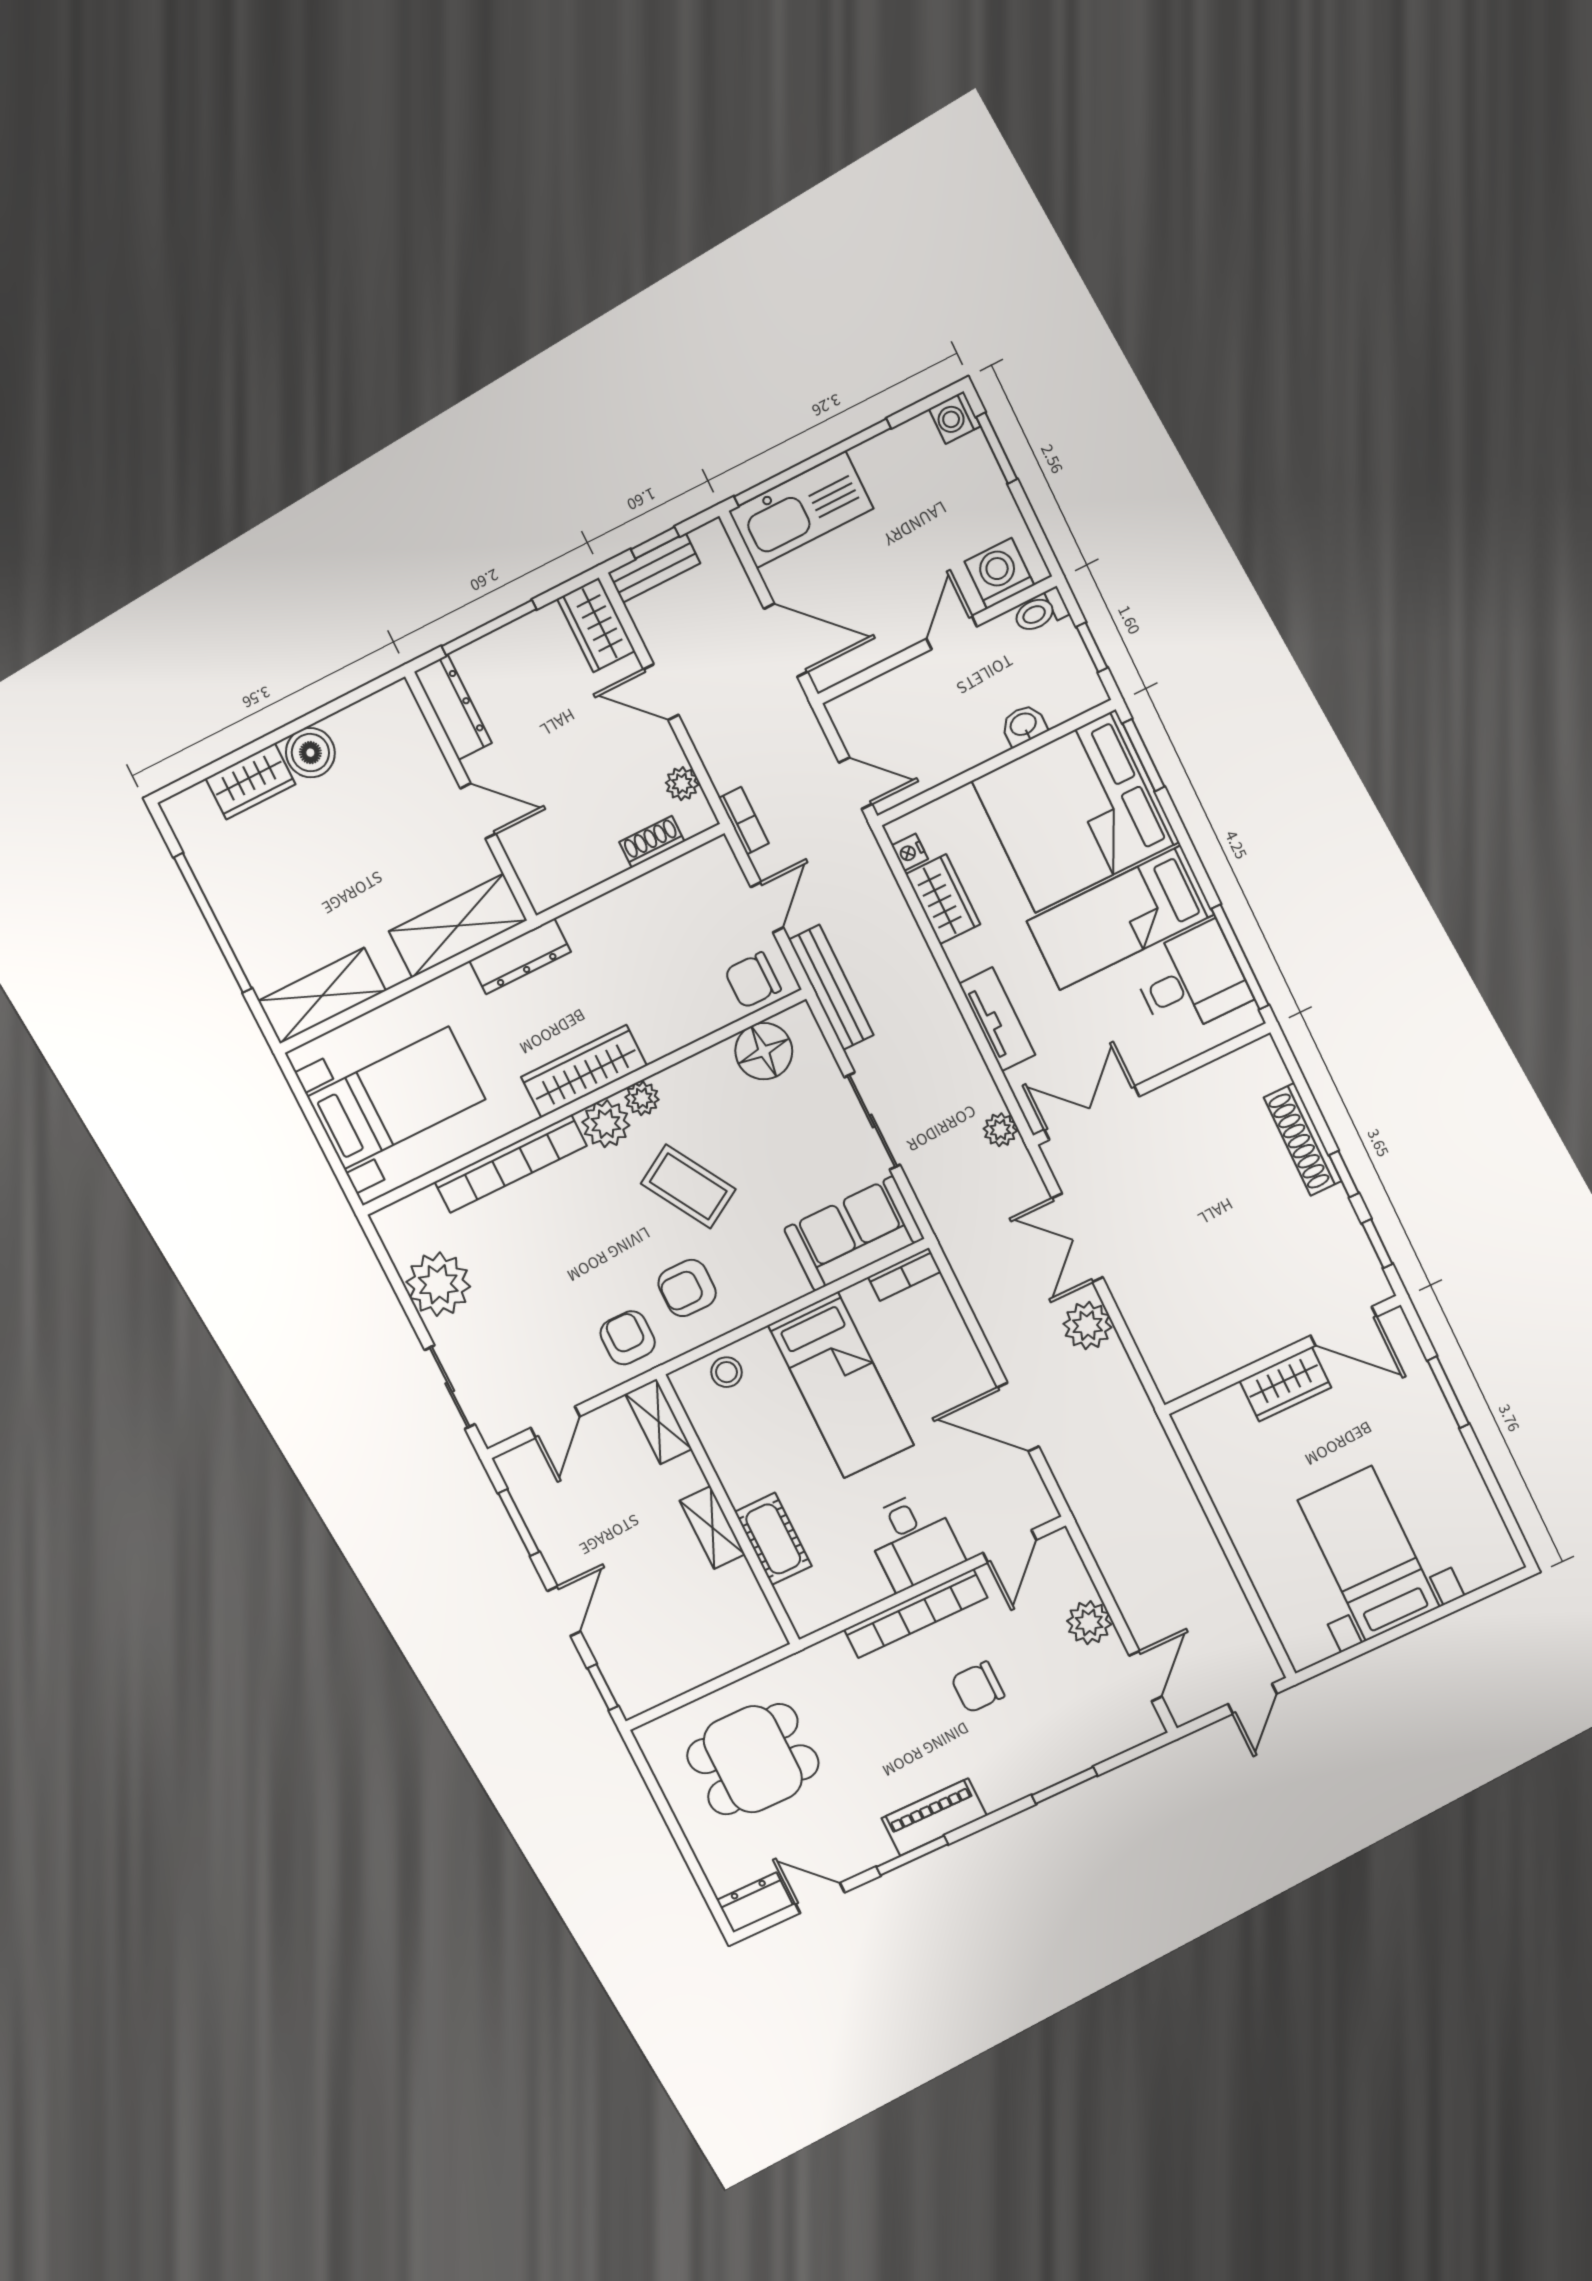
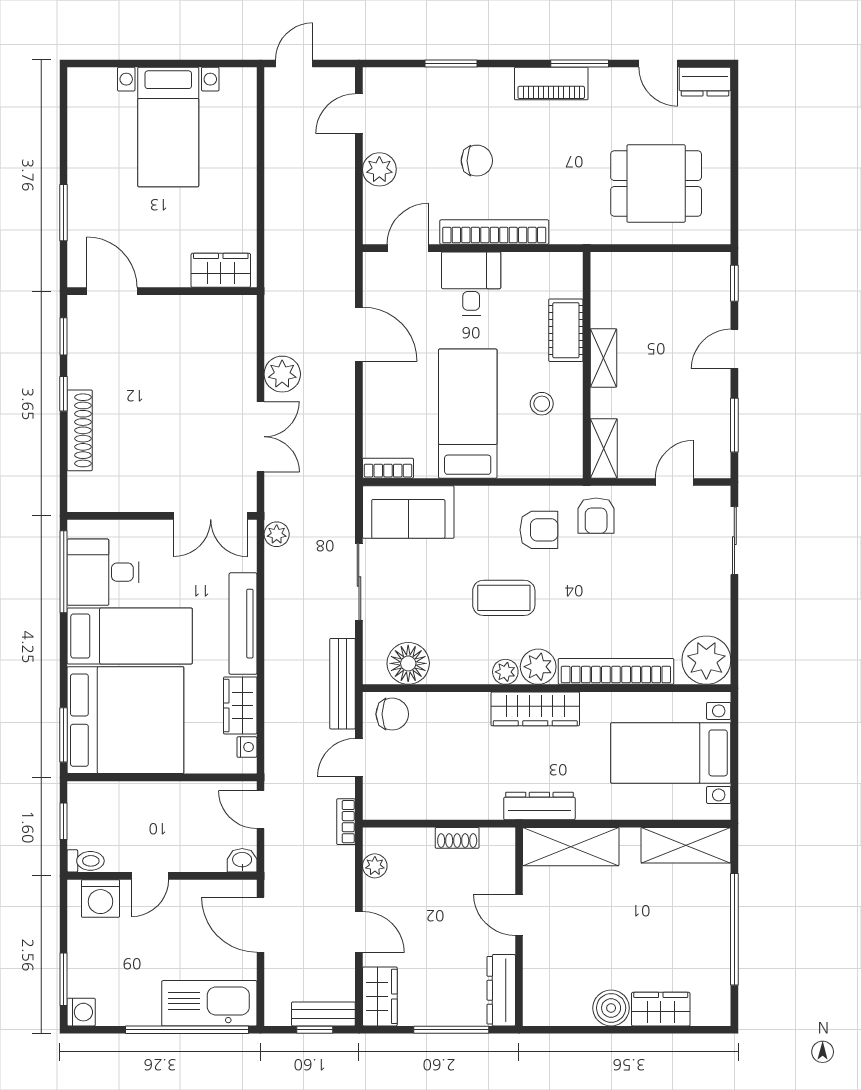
washbasin: (1024, 725) -> (242, 860), moved, turned 180
shoe rack: (652, 842) -> (457, 838), moved
tv unit: (997, 1019) -> (243, 624), width x1.41
coffee table: (688, 1186) -> (504, 598), turned -59
plant: (438, 1284) -> (706, 660), moved
stool: (726, 1372) -> (542, 404), moved
wardrobe: (1285, 1384) -> (221, 270), moved

